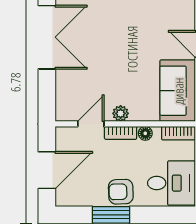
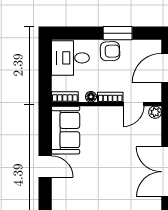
plant: (121, 113) -> (155, 112), moved

